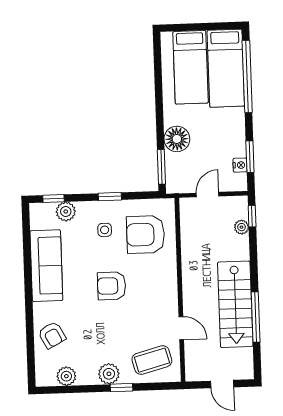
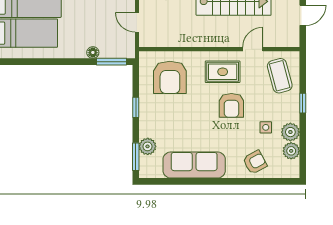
floor lamp: (177, 139) -> (93, 52), width x0.53, depth x0.53
window: (54, 198) -> (136, 157), width x1.50
side table: (105, 230) -> (266, 127), moved
armchair: (112, 286) -> (231, 105), moved
rug: (154, 295) -> (223, 72), added
plant: (109, 374) -> (290, 132), moved

